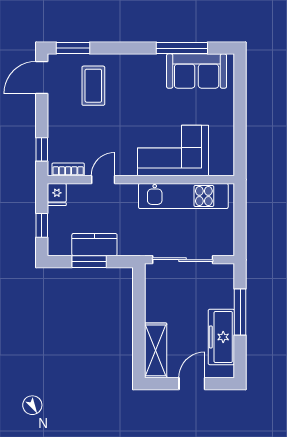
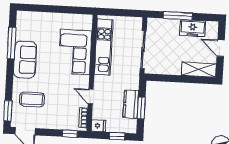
sofa: (197, 71) -> (25, 60), moved
freezer: (221, 337) -> (193, 28), width x0.71

